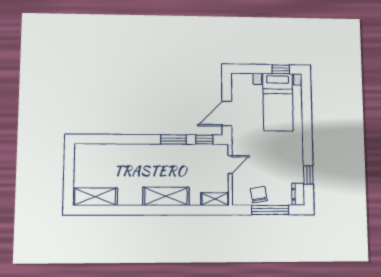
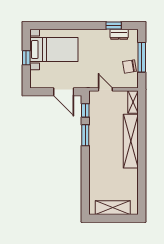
window: (281, 69) -> (26, 58), moved
dresser: (298, 194) -> (119, 34), moved
shelving: (166, 196) -> (131, 141), width x1.47
shelving: (95, 197) -> (113, 208), moved, turned 90

